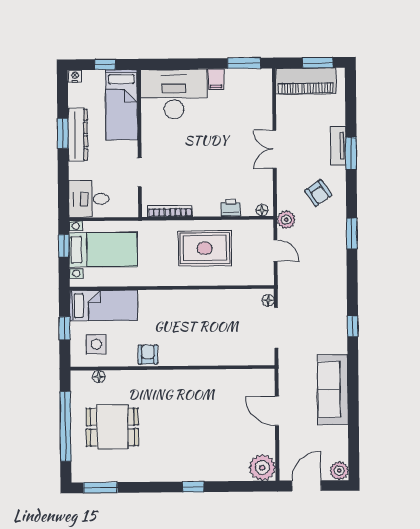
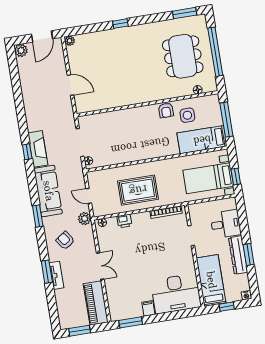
piano: (306, 81) -> (96, 303), moved, turned -90
desk: (89, 199) -> (226, 224), moved
window: (65, 328) -> (226, 120), width x2.17
fireplace: (337, 328) -> (38, 149), added
side table: (96, 344) -> (187, 115), moved
sofa: (333, 390) -> (48, 191), moved
dining table: (112, 427) -> (183, 56), width x1.37
plant: (262, 468) -> (70, 41), width x0.53, depth x0.53

